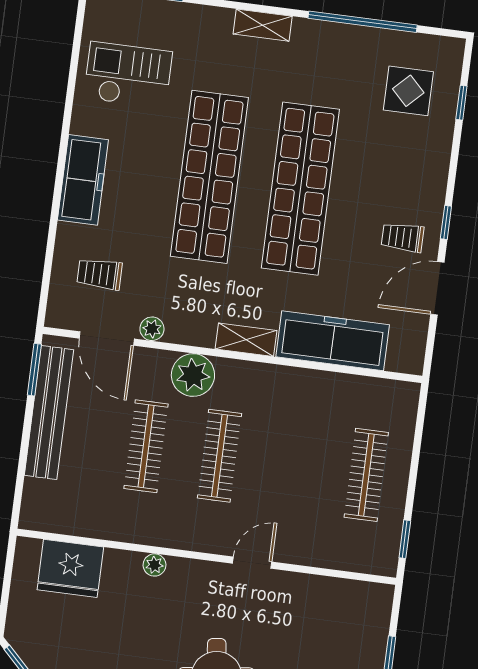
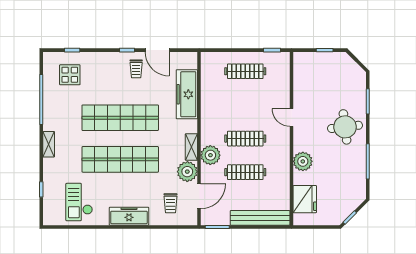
plant: (152, 329) -> (187, 172), width x1.88, depth x1.88
shelving: (246, 340) -> (191, 147), moved
bench: (49, 412) -> (260, 218), moved
plant: (154, 565) -> (303, 161), width x1.87, depth x1.87

